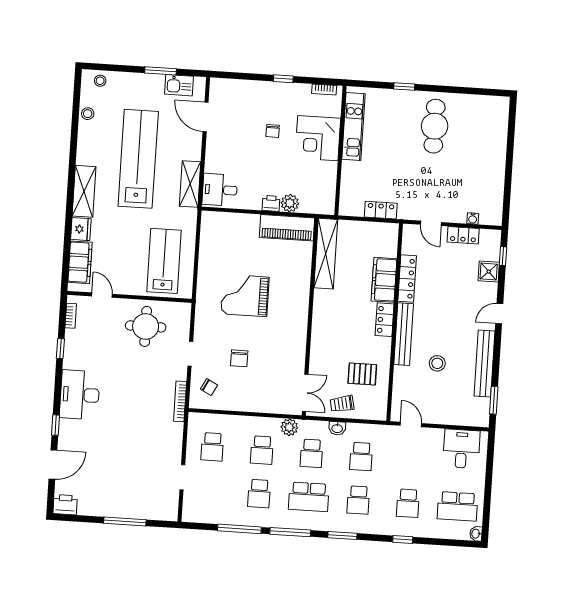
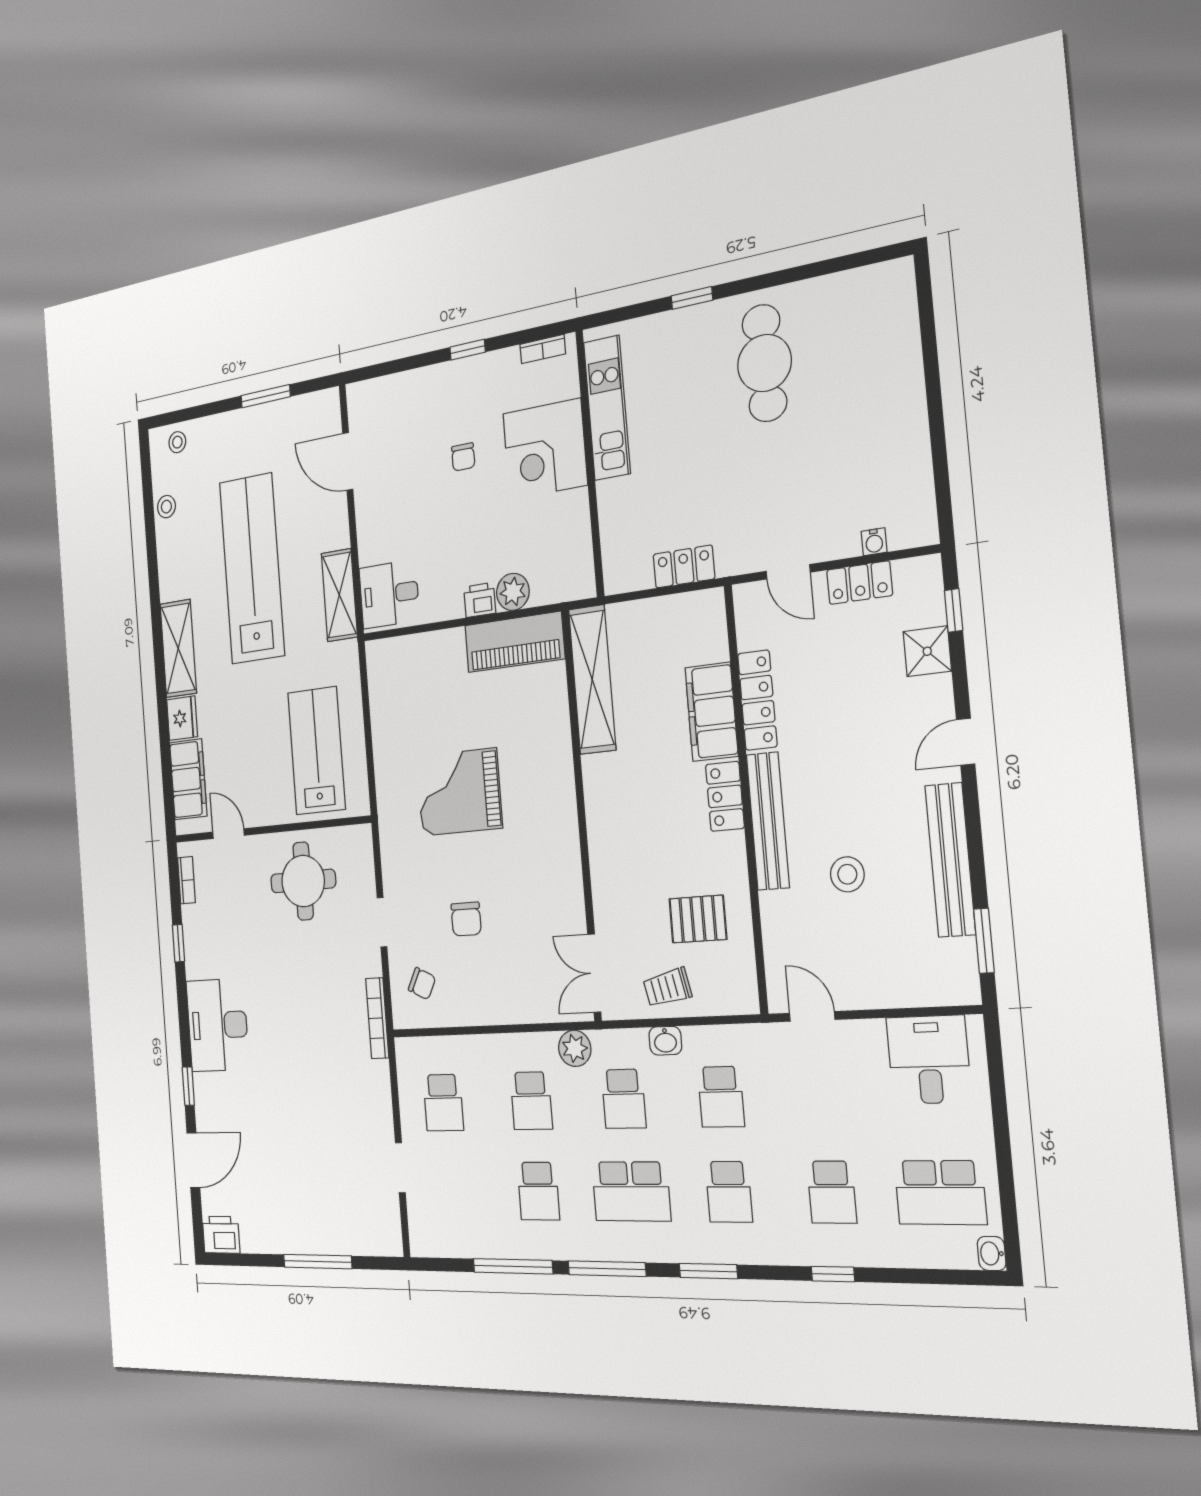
kitchen sink: (179, 85) -> (298, 414), removed
double door: (305, 393) -> (594, 973), swing flipped

